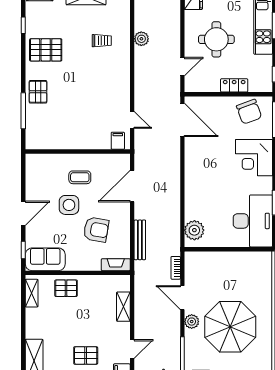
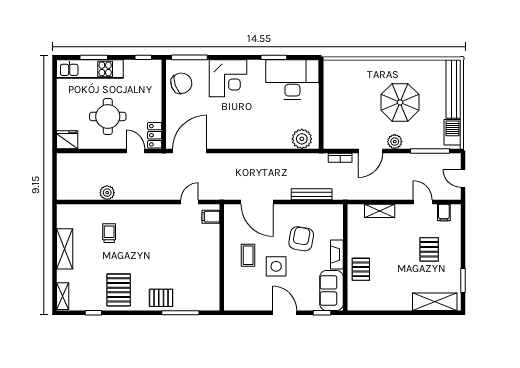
locker: (234, 85) -> (155, 135), moved
fireplace: (116, 265) -> (337, 255), moved
shelving: (32, 293) -> (366, 304), removed
parasol: (230, 327) -> (400, 102), width x0.73, depth x0.73

